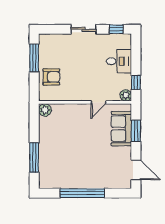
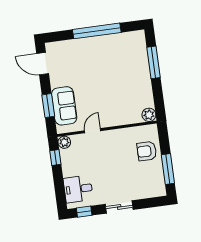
desk: (119, 61) -> (78, 189), moved

